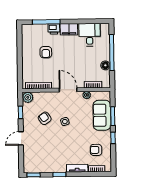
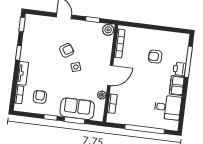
floor lamp: (105, 65) -> (132, 120), removed
armchair: (45, 118) -> (67, 50), moved

